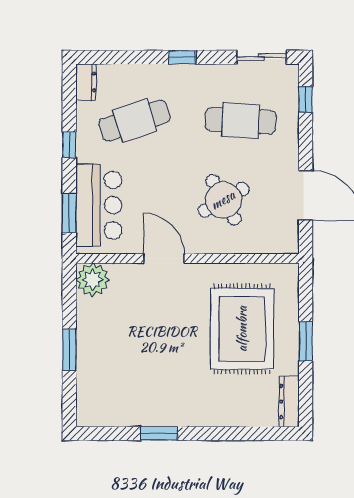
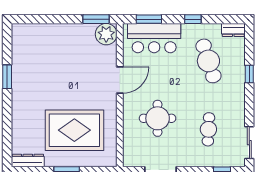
window: (182, 57) -> (249, 74), moved
cafe table: (241, 121) -> (208, 129), width x0.73, depth x0.74
round table: (223, 200) -> (158, 118), turned 30
window: (69, 350) -> (96, 19), moved

